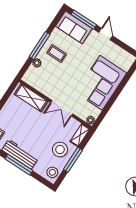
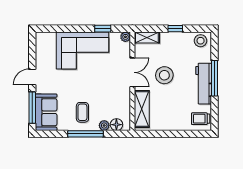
floor lamp: (32, 72) -> (116, 125), added
window: (107, 108) -> (103, 29), added
stool: (60, 150) -> (164, 75), moved
window: (73, 160) -> (175, 29), width x0.46

